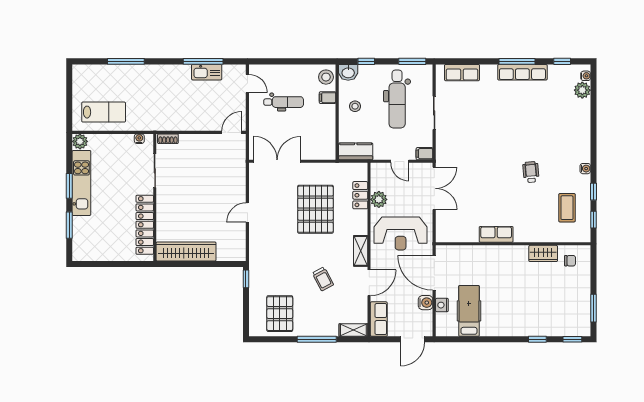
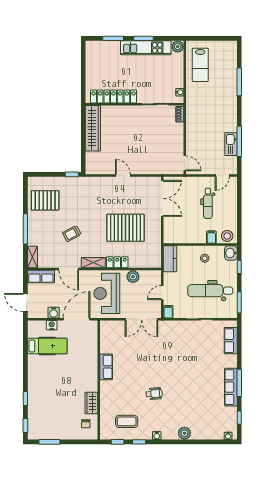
plant: (582, 90) -> (184, 433), moved
locker: (360, 195) -> (117, 262), moved

